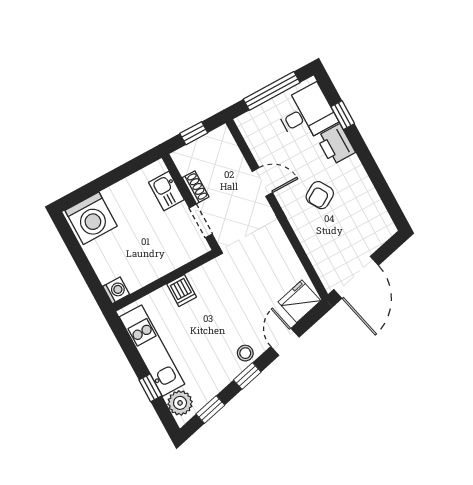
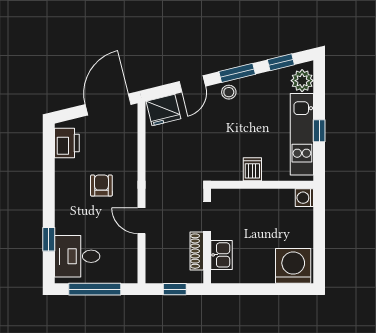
printer: (336, 145) -> (67, 143), moved
shoe rack: (196, 187) -> (197, 251), width x1.43
armchair: (320, 195) -> (101, 185), turned -59
window: (247, 376) -> (237, 73), width x1.50
window: (150, 388) -> (319, 131), moved

